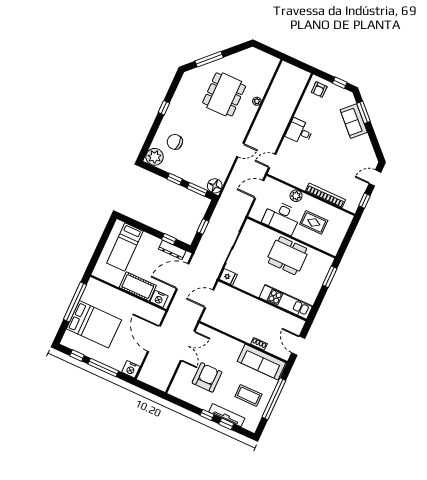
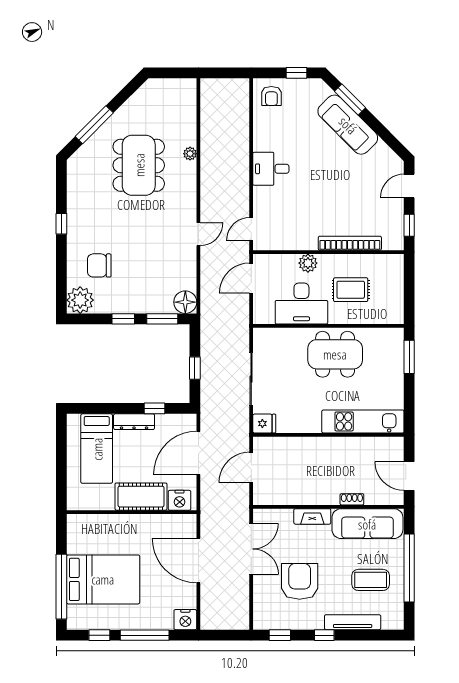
sofa: (354, 121) -> (348, 125), width x1.36
dresser: (172, 250) -> (134, 422), moved
window: (75, 302) -> (61, 587), moved
fireplace: (232, 343) -> (312, 516), added
window: (226, 424) -> (280, 635), moved

